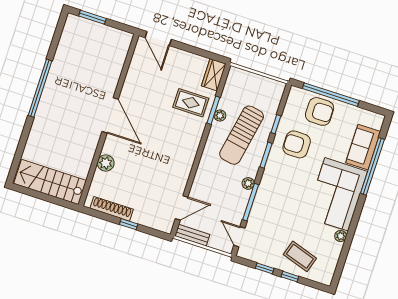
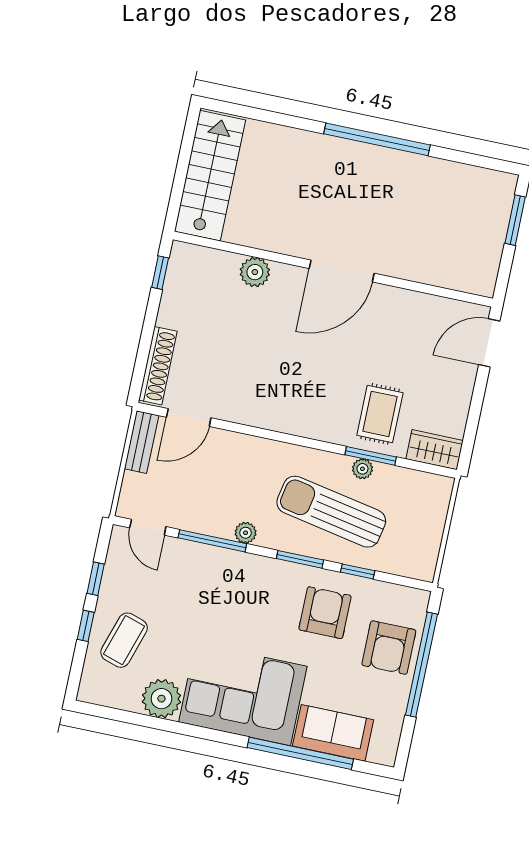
door: (182, 208) -> (189, 418), hinge flipped
shoe rack: (112, 209) -> (158, 366), moved
window: (129, 224) -> (160, 273), moved
plant: (341, 236) -> (161, 699), width x1.88, depth x1.88
door: (239, 237) -> (148, 527), swing flipped

